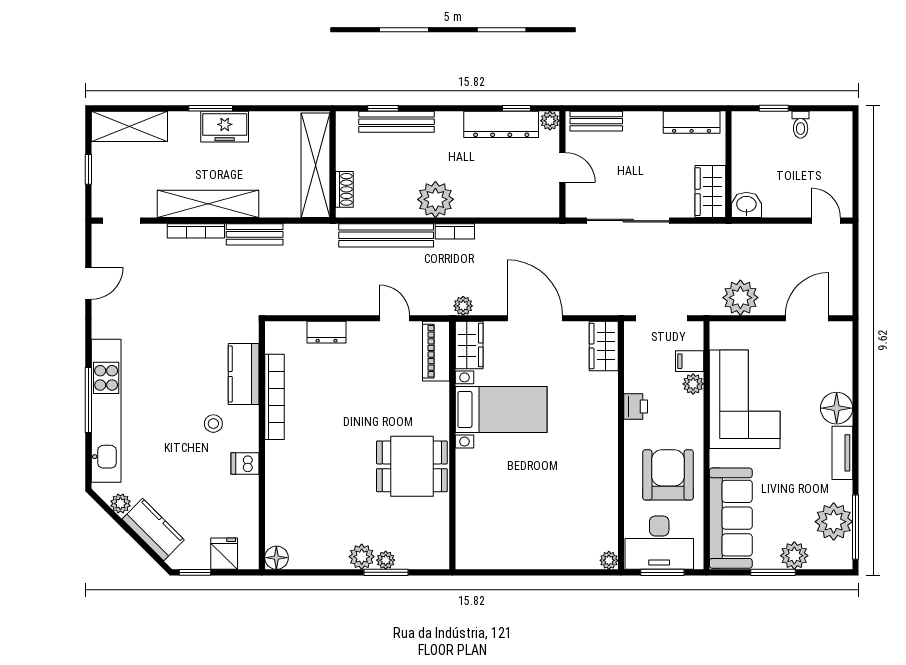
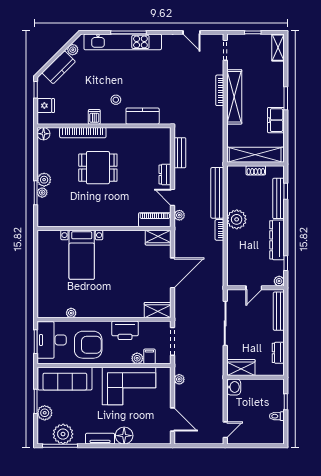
bench: (596, 121) -> (279, 311), width x1.36
dresser: (692, 122) -> (278, 353), width x0.70
dresser: (501, 124) -> (277, 240), moved
shelving: (129, 126) -> (278, 48), width x0.67, depth x0.75
freezer: (225, 127) -> (276, 120), moved
shoe rack: (344, 189) -> (256, 170), moved
bench: (255, 234) -> (180, 153), moved
plant: (740, 298) -> (179, 379), width x0.53, depth x0.53
plant: (463, 306) -> (179, 215), moved
door: (395, 318) -> (173, 197), swing flipped
dresser: (327, 332) -> (165, 174), moved
bookcase: (274, 397) -> (83, 133), moved
printer: (636, 406) -> (125, 330), width x1.87, depth x1.48
bed with nightstands: (501, 409) -> (82, 255), moved
dining table: (412, 466) -> (98, 168), moved, turned 90
plant: (609, 560) -> (71, 313), moved

